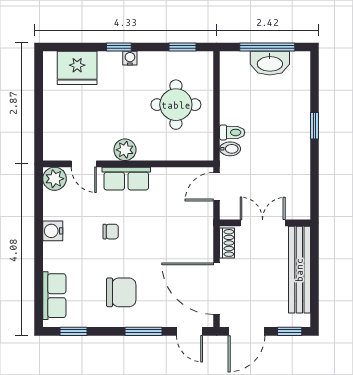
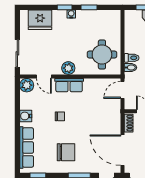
window: (183, 47) -> (89, 7), moved
round table: (176, 105) -> (102, 55), moved
sliding door: (39, 125) -> (17, 53), added
row of seats: (54, 296) -> (27, 147), width x1.48

